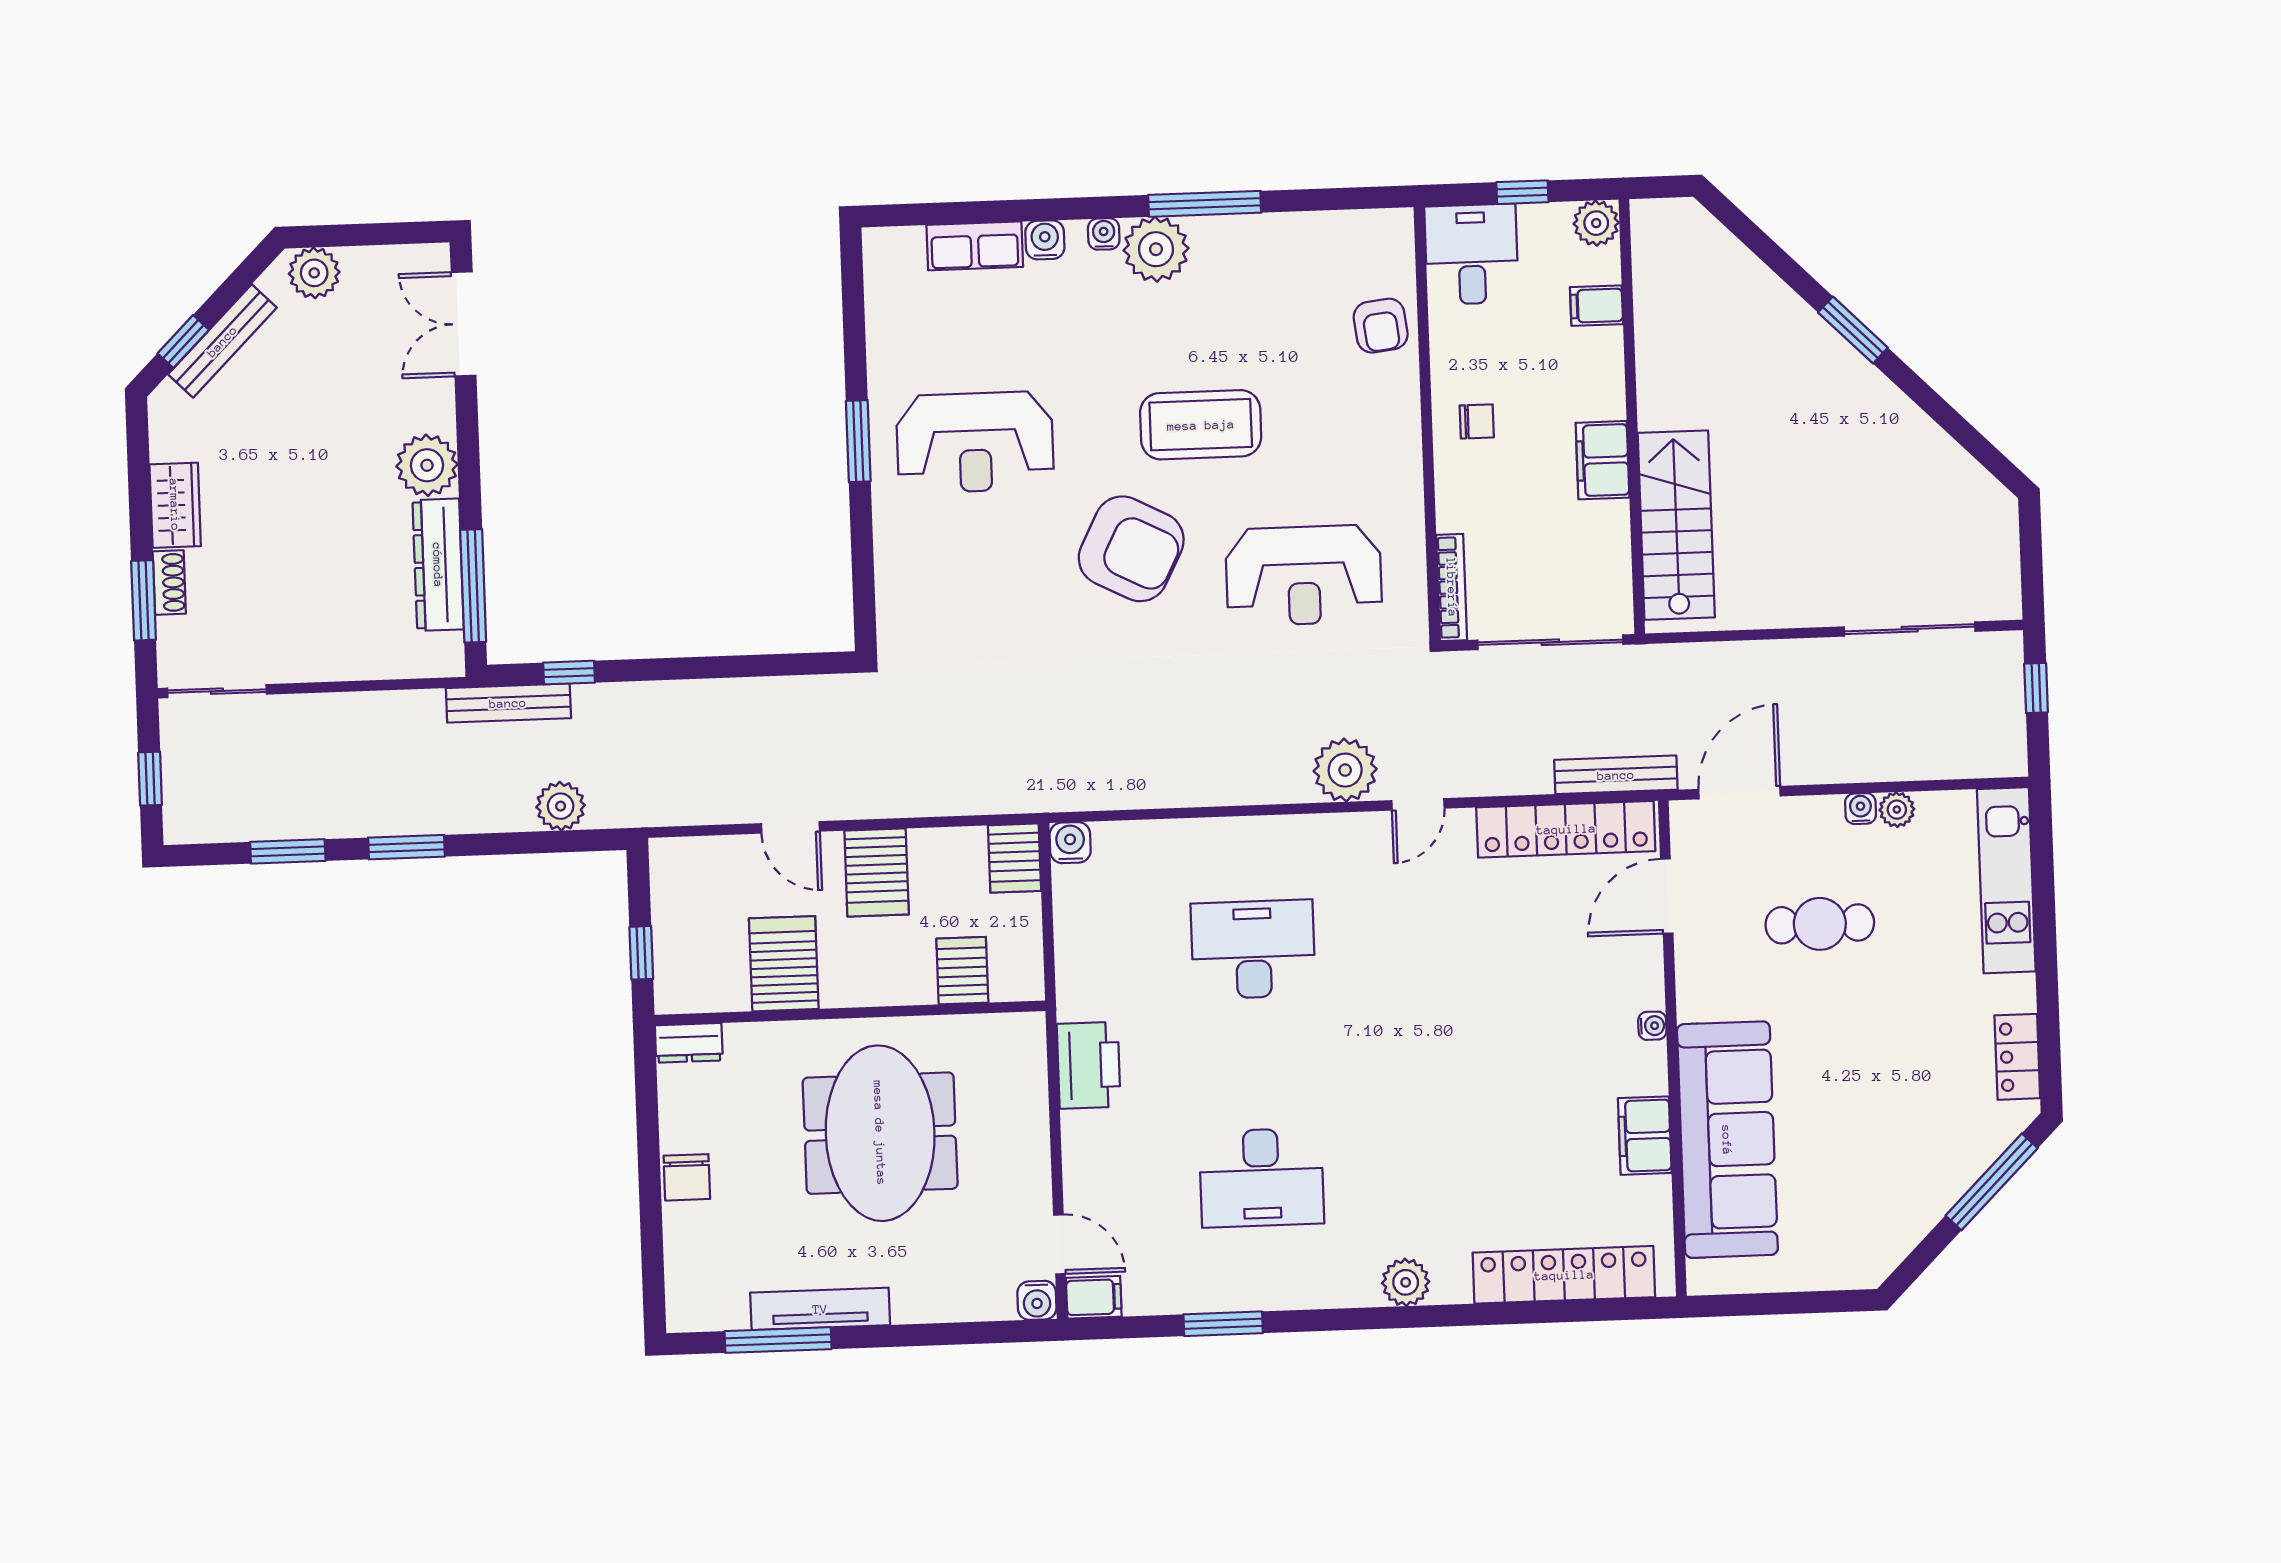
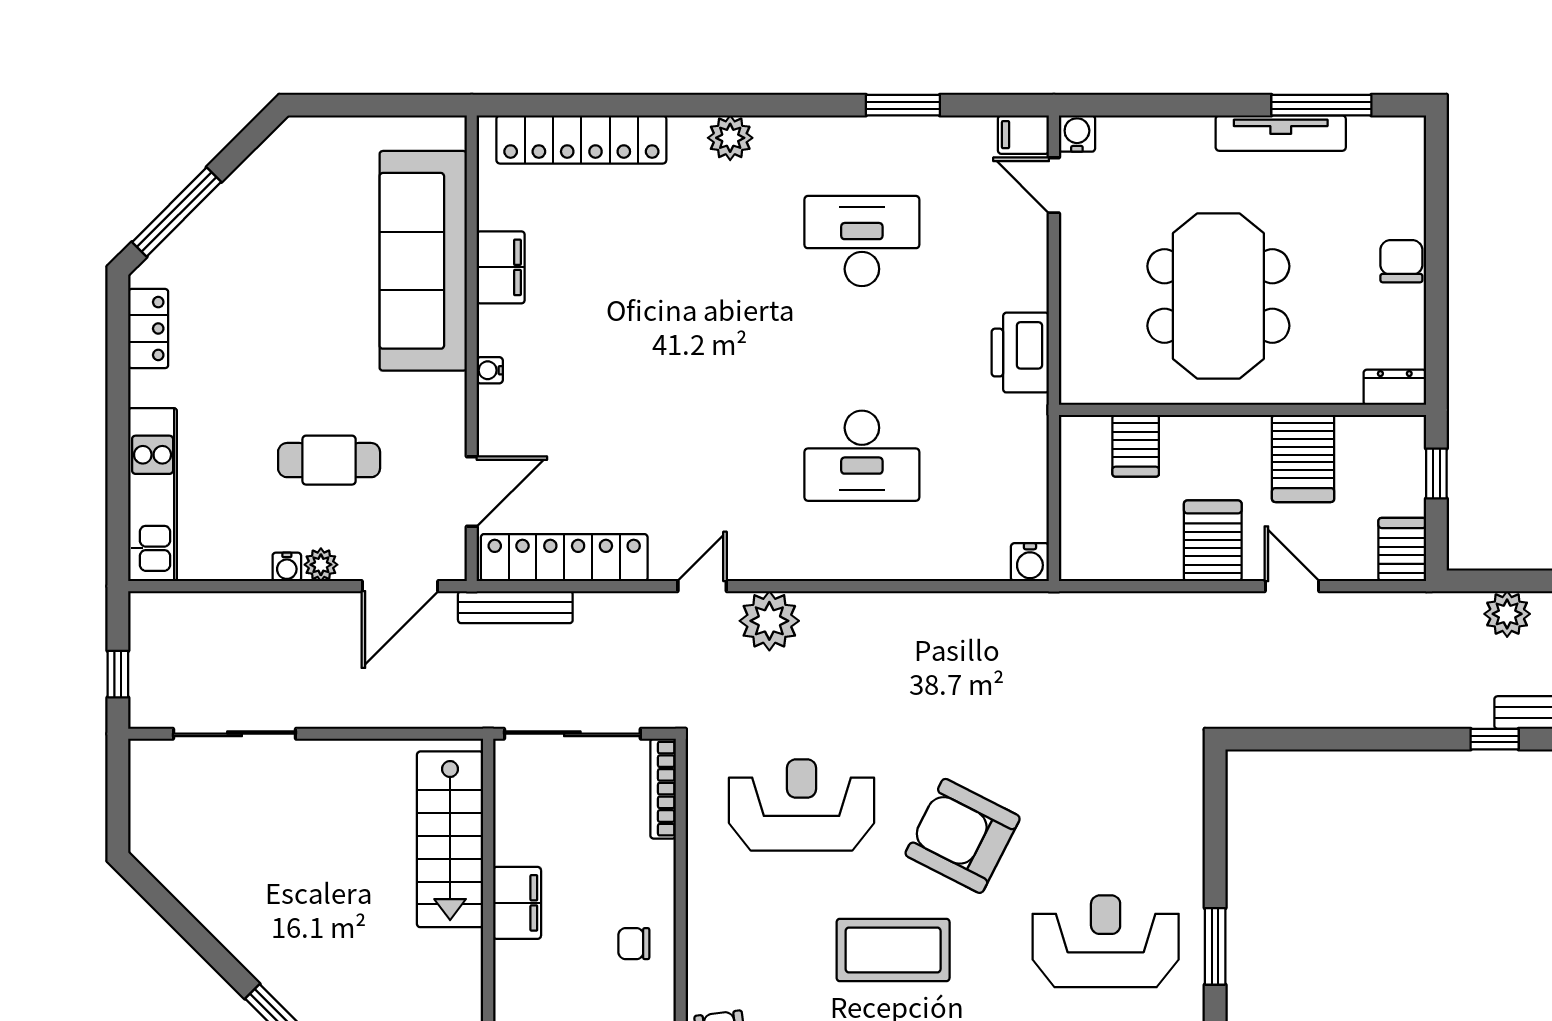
plant: (1897, 810) -> (321, 565), moved
server rack: (1015, 858) -> (1402, 550), moved

